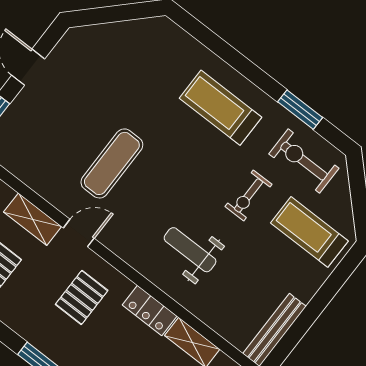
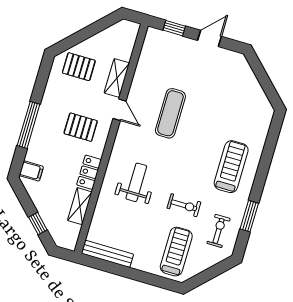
exercise bike: (304, 161) -> (219, 231), width x0.73, depth x0.72
exercise mat: (112, 163) -> (170, 113), turned 90
exercise bike: (248, 195) -> (184, 205), turned 180

